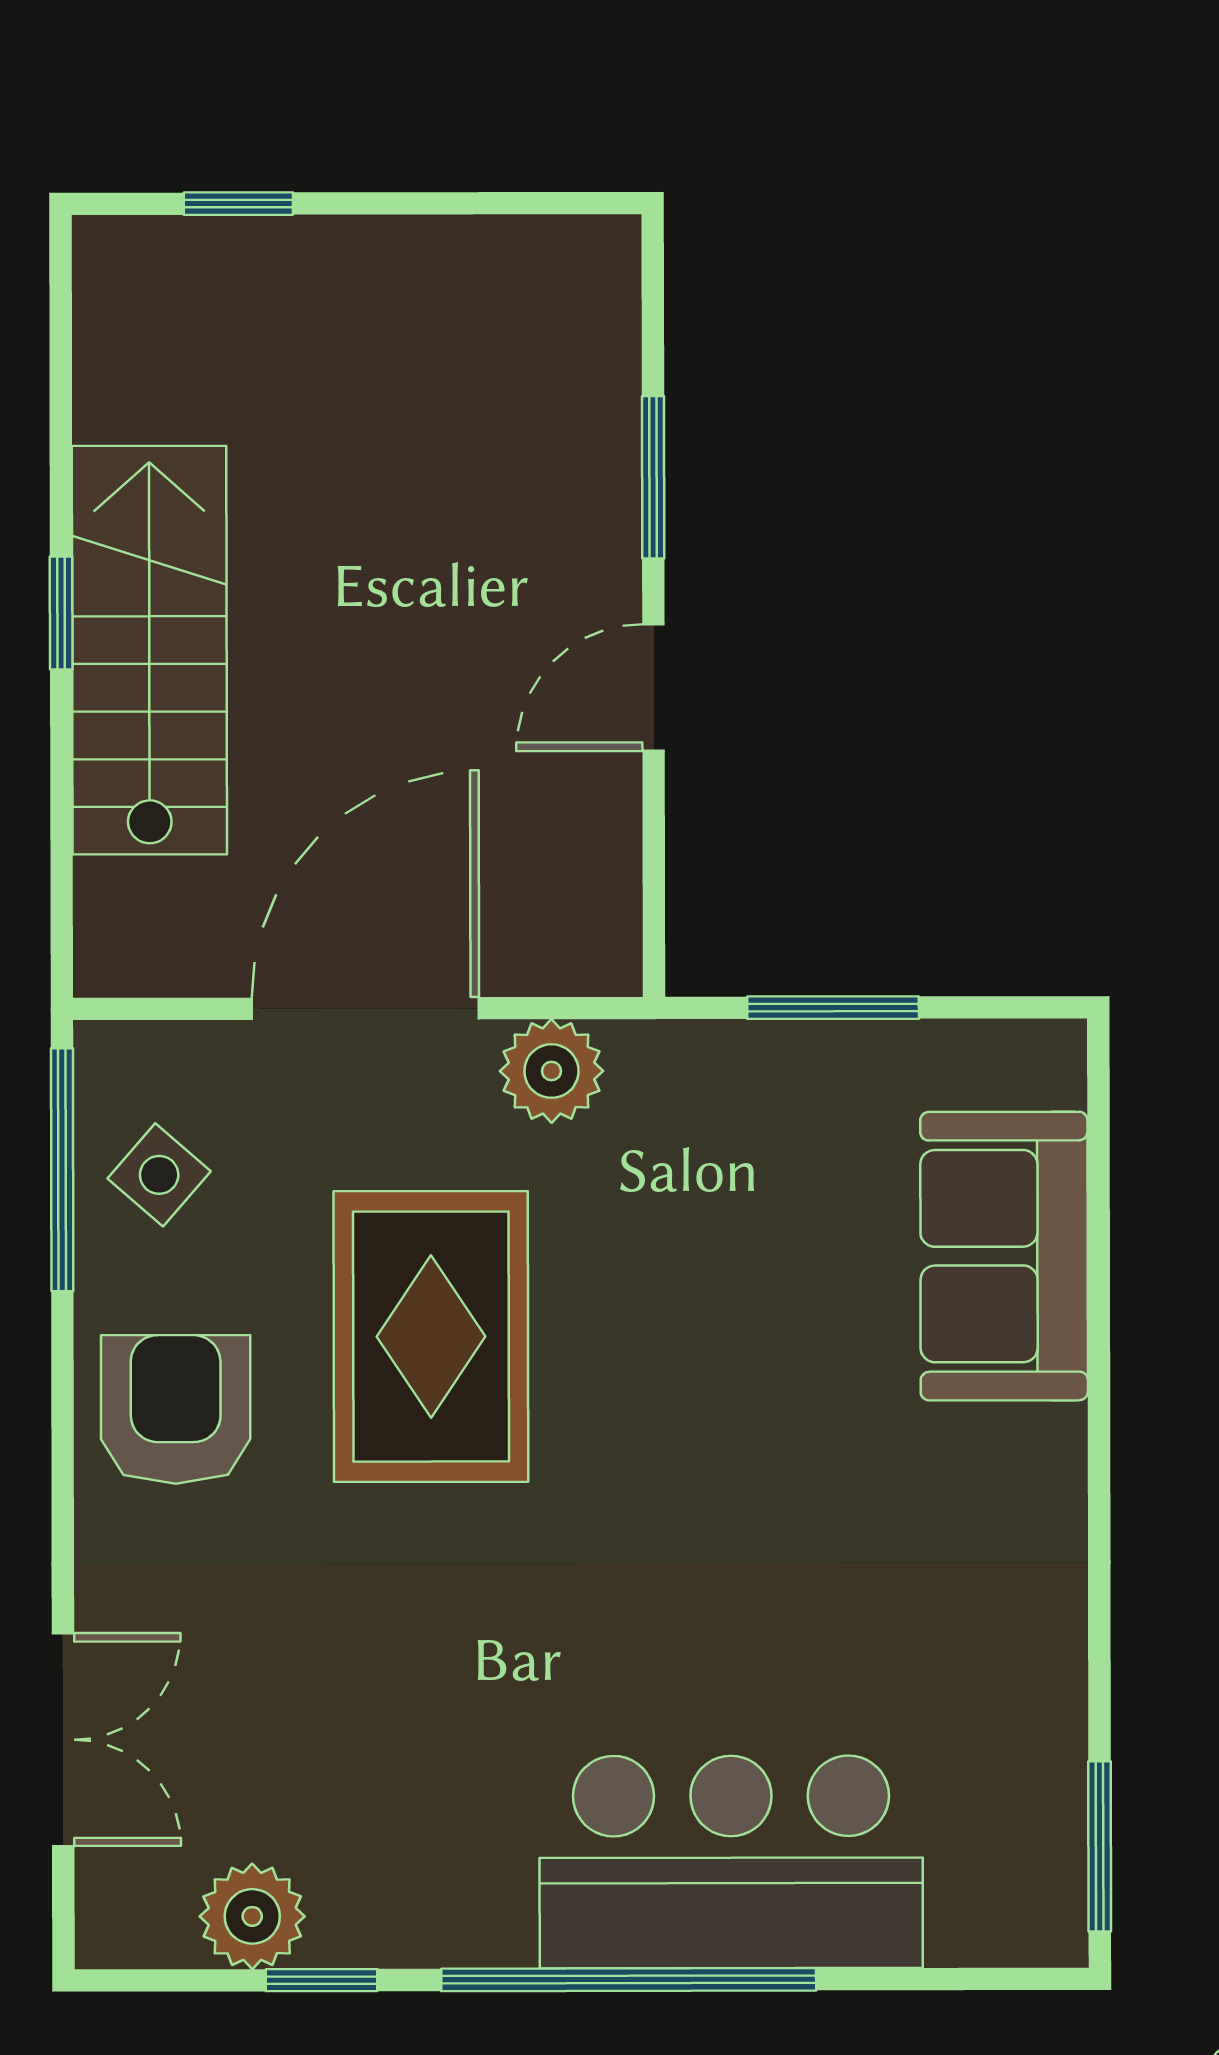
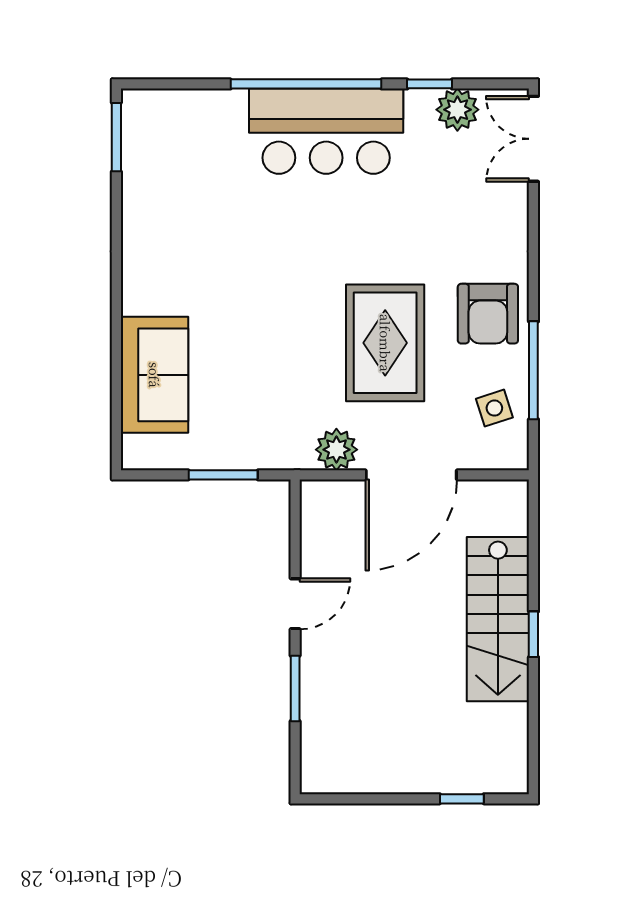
window: (62, 1170) -> (533, 370), moved
side table: (159, 1175) -> (494, 408), turned 31
double door: (63, 1740) -> (533, 139), moved
bar counter: (731, 1862) -> (326, 131), moved

